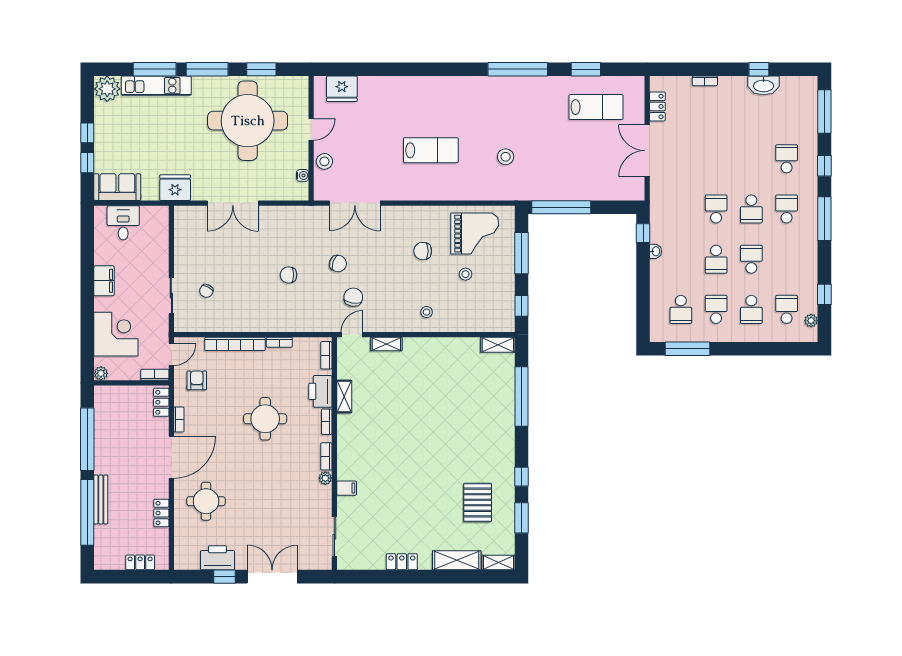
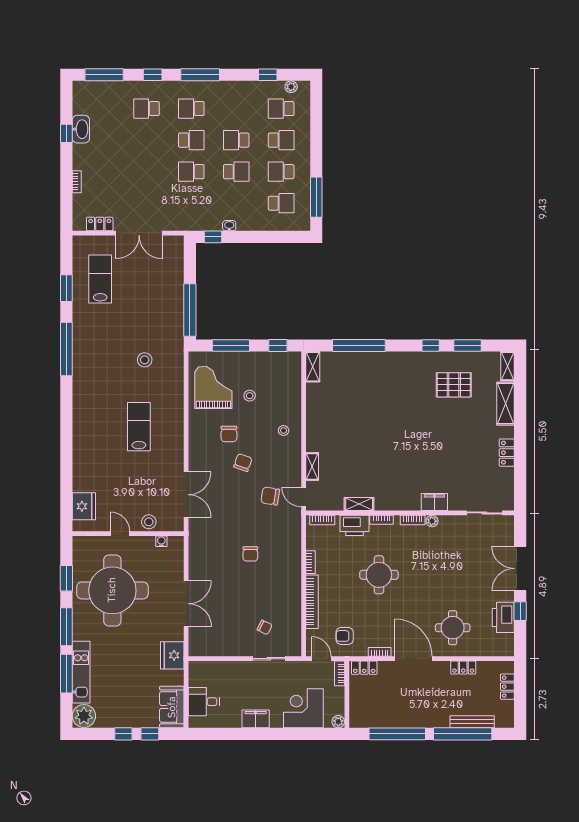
chair: (338, 264) -> (243, 463), moved
filing cabinet: (347, 488) -> (434, 502), width x2.00
bench: (101, 500) -> (472, 722), moved

